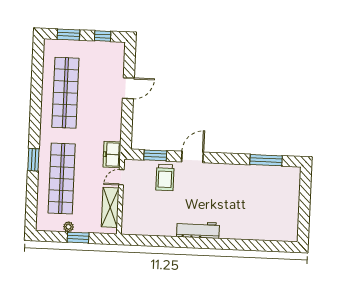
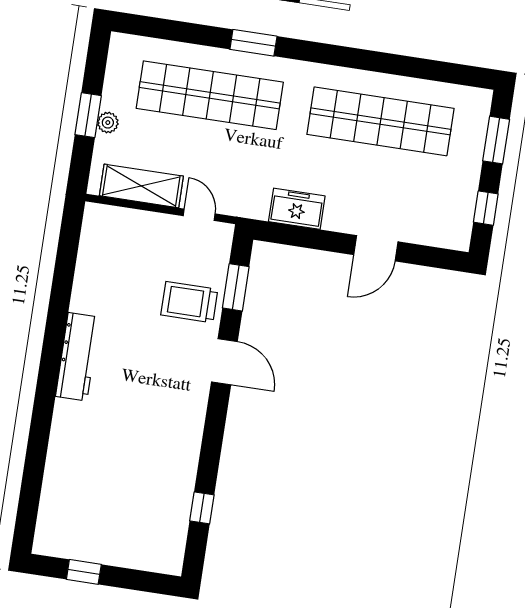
door: (128, 88) -> (376, 248), hinge flipped
freezer: (112, 154) -> (297, 209), moved
window: (266, 160) -> (202, 508), width x0.46
window: (304, 215) -> (84, 572), added
plant: (69, 227) -> (108, 123), moved

